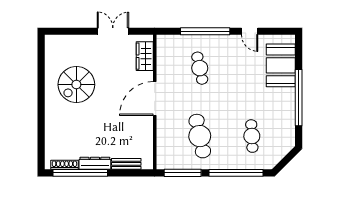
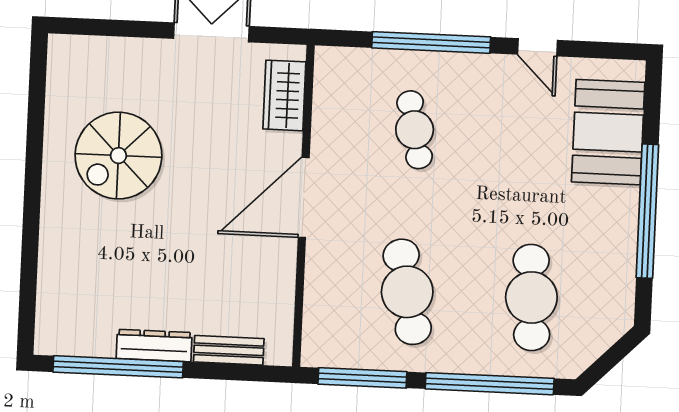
cafe table: (252, 136) -> (531, 297), width x1.37, depth x1.35
shoe rack: (64, 165) -> (81, 346), removed

